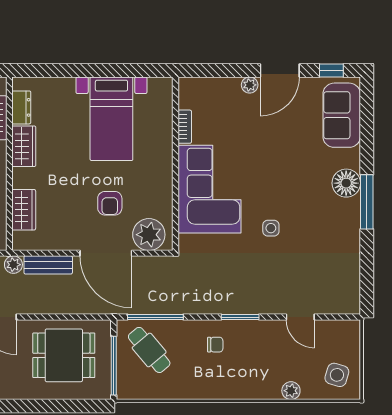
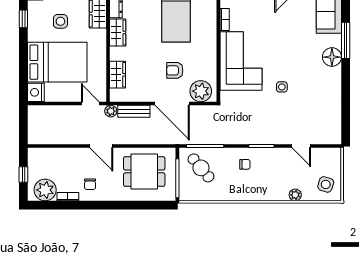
window: (367, 202) -> (346, 40), moved
armchair: (110, 203) -> (175, 70), turned 90

